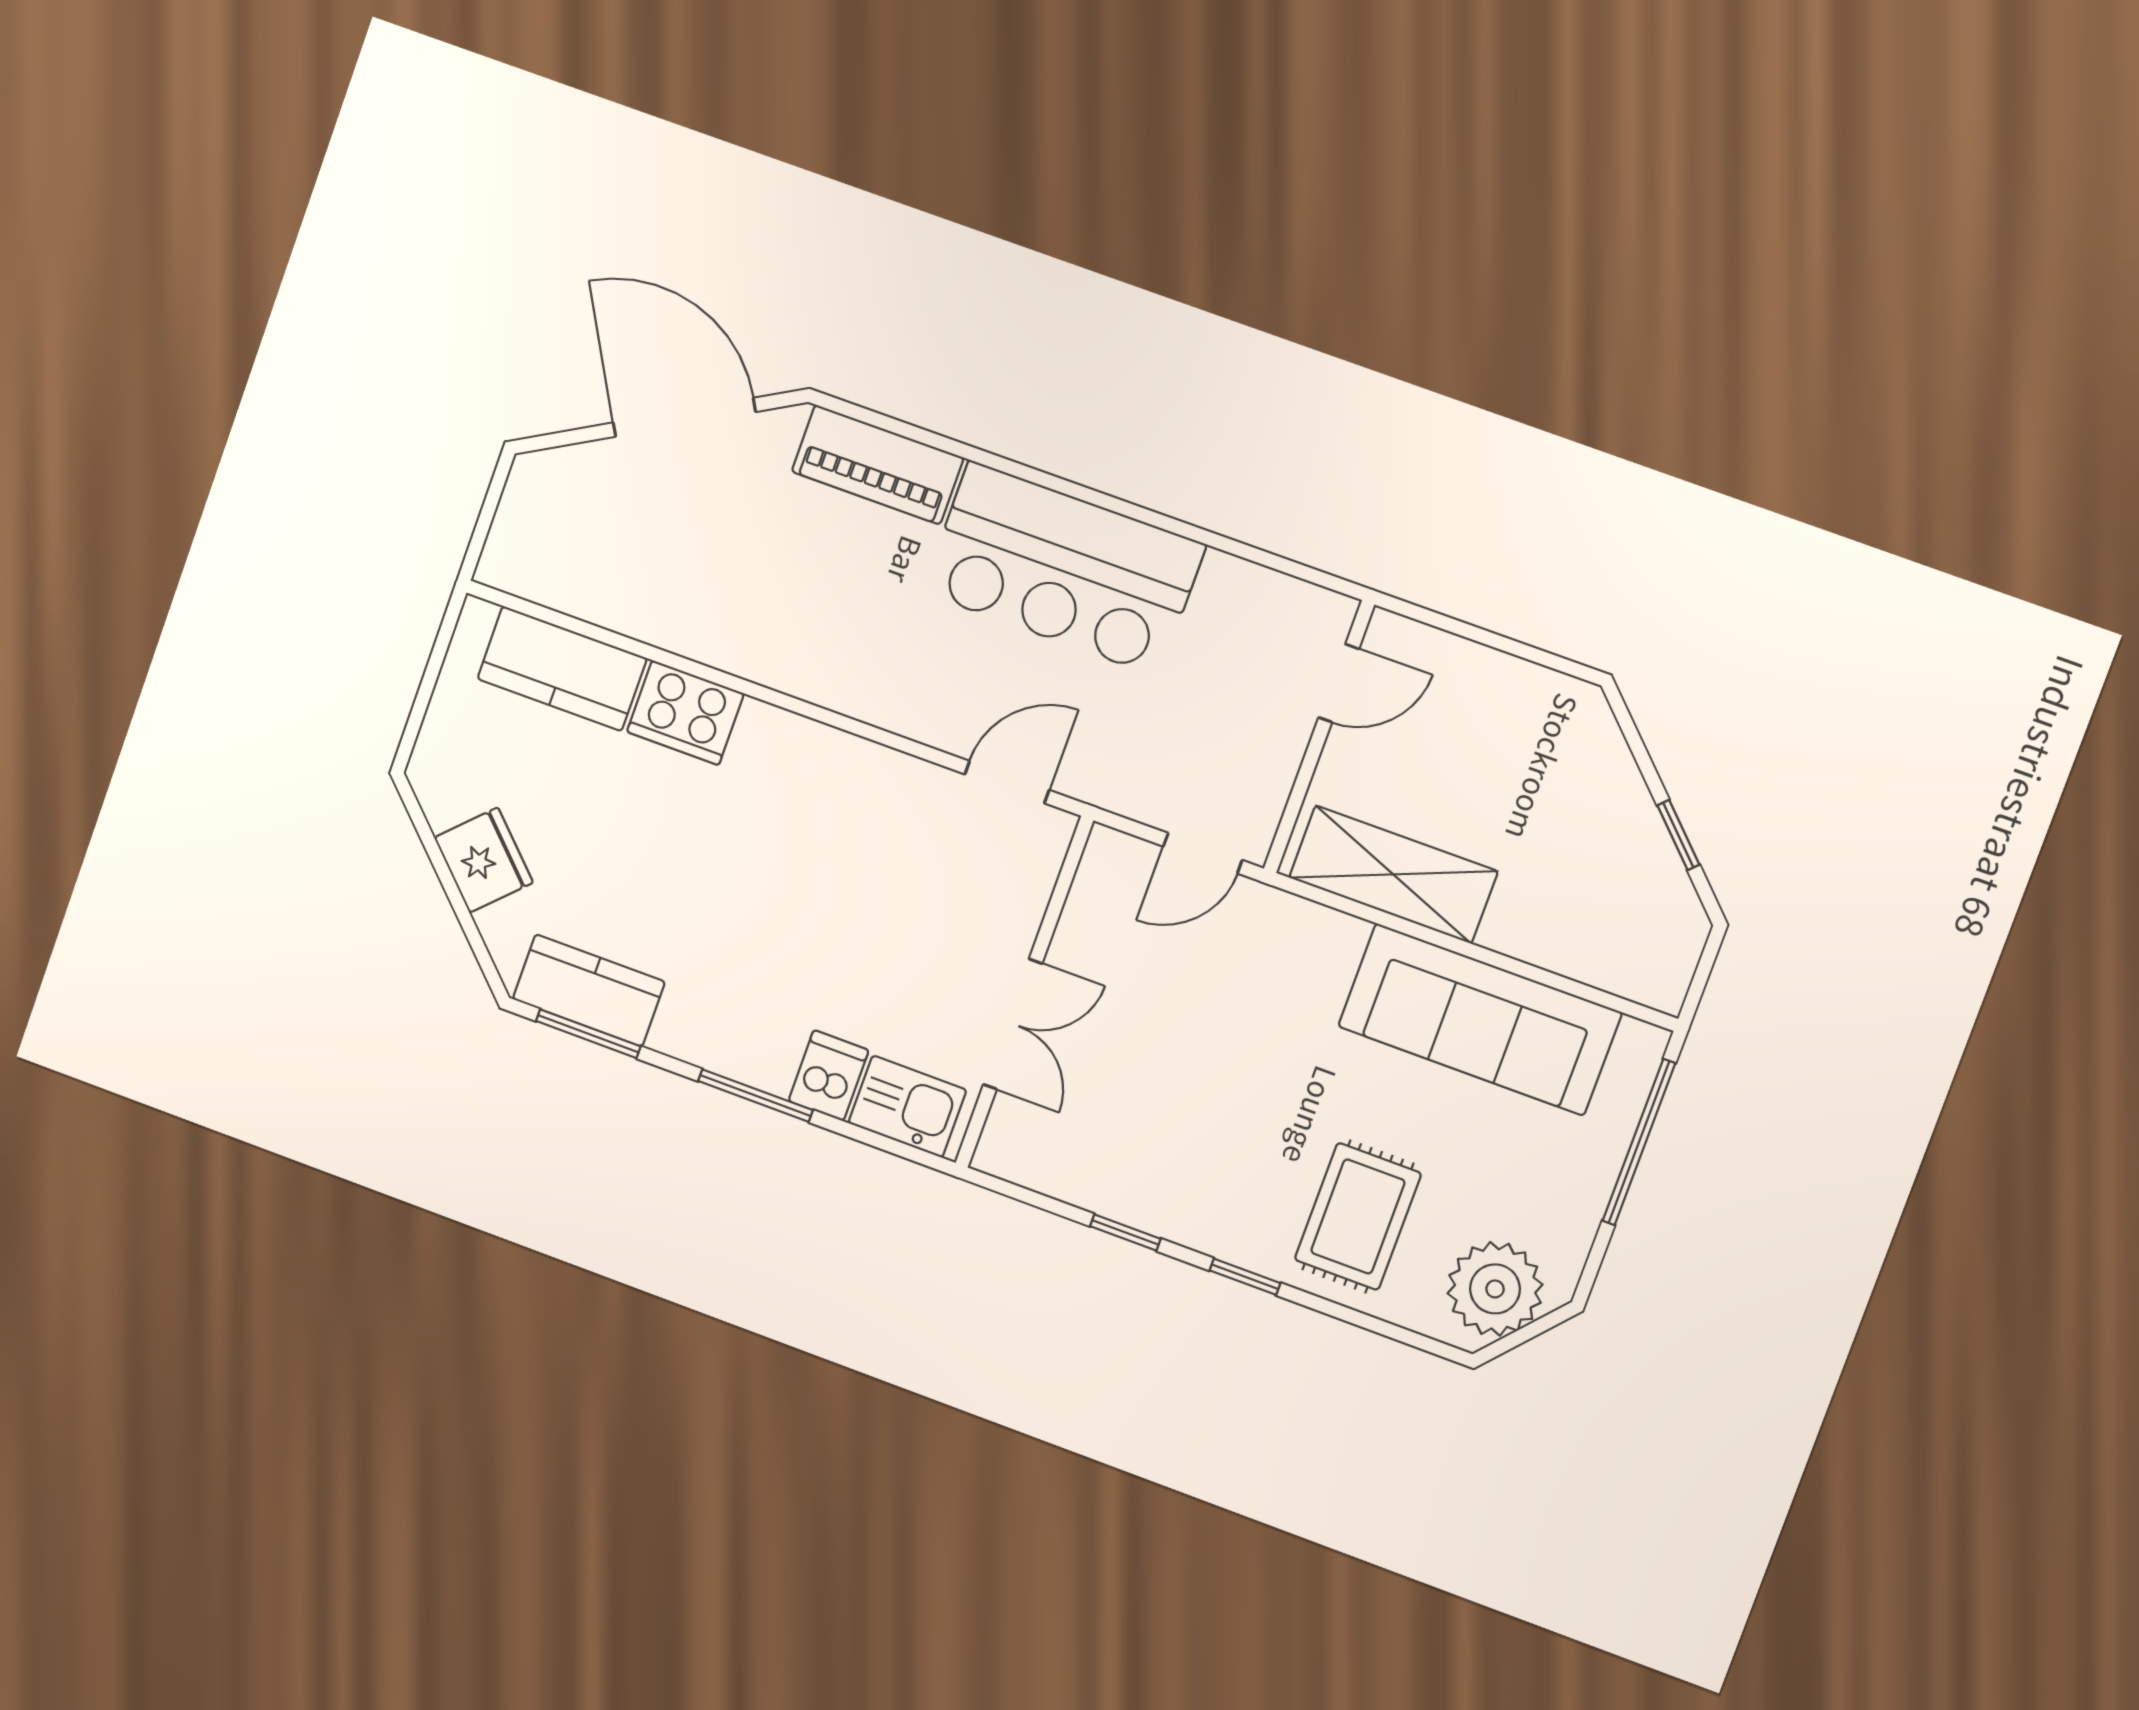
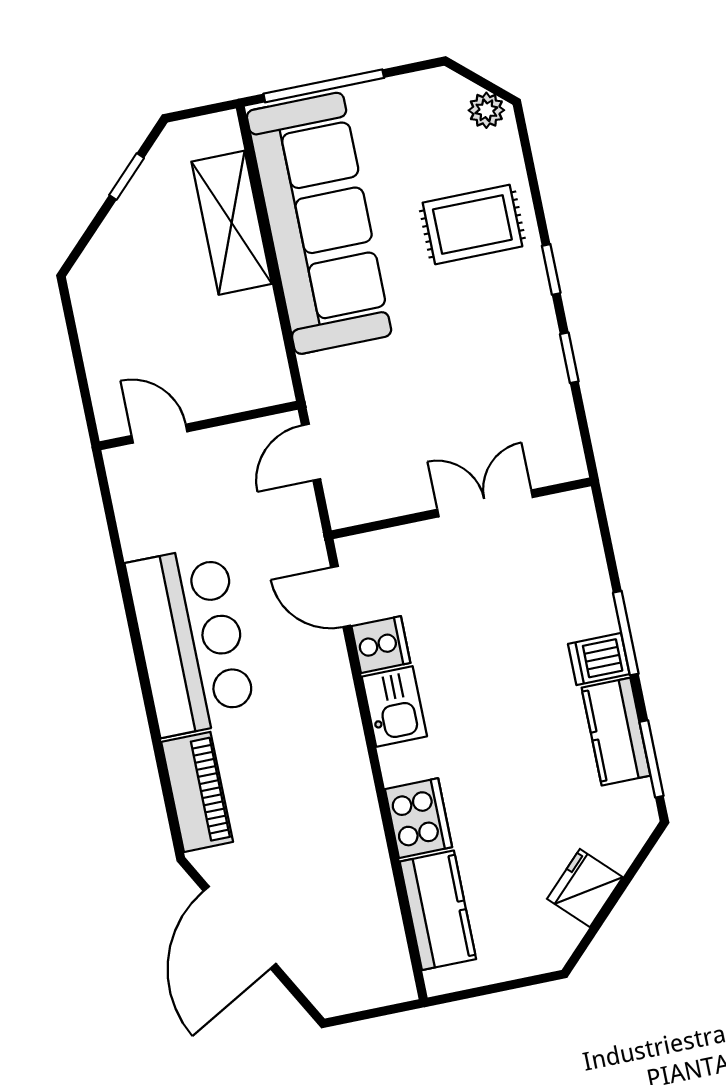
cooker: (920, 795) -> (381, 645), added
door: (1203, 853) -> (311, 452), swing flipped
shelving: (1393, 874) -> (232, 223), moved
kitchen counter: (589, 990) -> (616, 732), moved
sofa: (1480, 1019) -> (319, 223), width x1.36, depth x1.27
dishwasher: (828, 1076) -> (599, 659), moved
kitchen sink: (907, 1107) -> (394, 706), moved, turned 180
plant: (1495, 1289) -> (486, 110), width x0.53, depth x0.53

